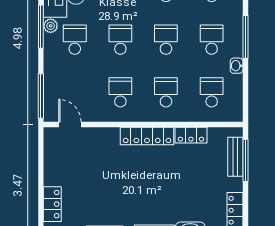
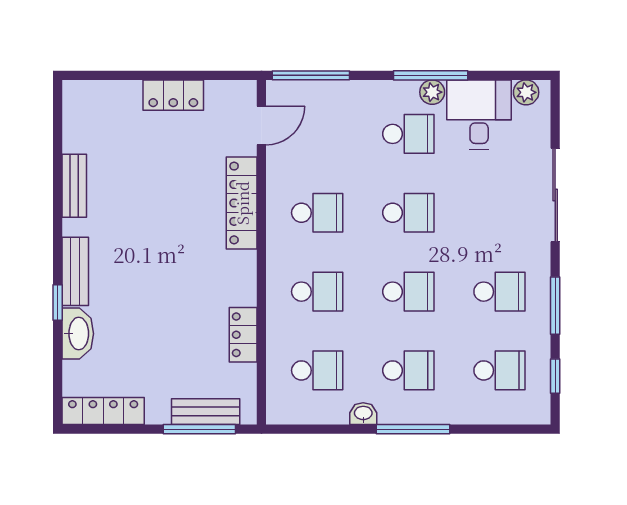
locker: (147, 136) -> (242, 203), moved
locker: (52, 204) -> (173, 95), moved

